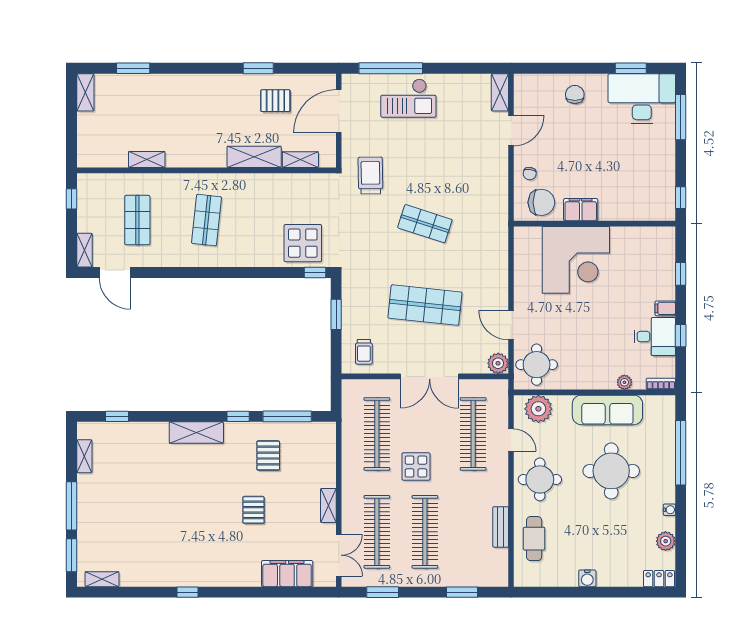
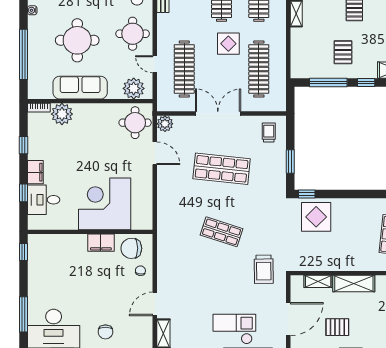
filing cabinet: (665, 308) -> (35, 172), width x2.00
desk: (655, 337) -> (44, 200), moved
plant: (624, 382) -> (62, 114), width x1.88, depth x1.88

